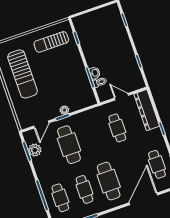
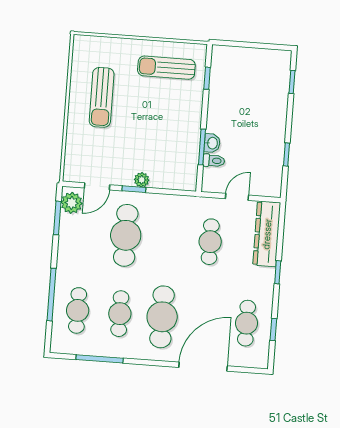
sun lounger: (22, 74) -> (102, 97), width x0.73, depth x0.75
door: (121, 97) -> (237, 197), hinge flipped
plant: (35, 150) -> (72, 203), moved

